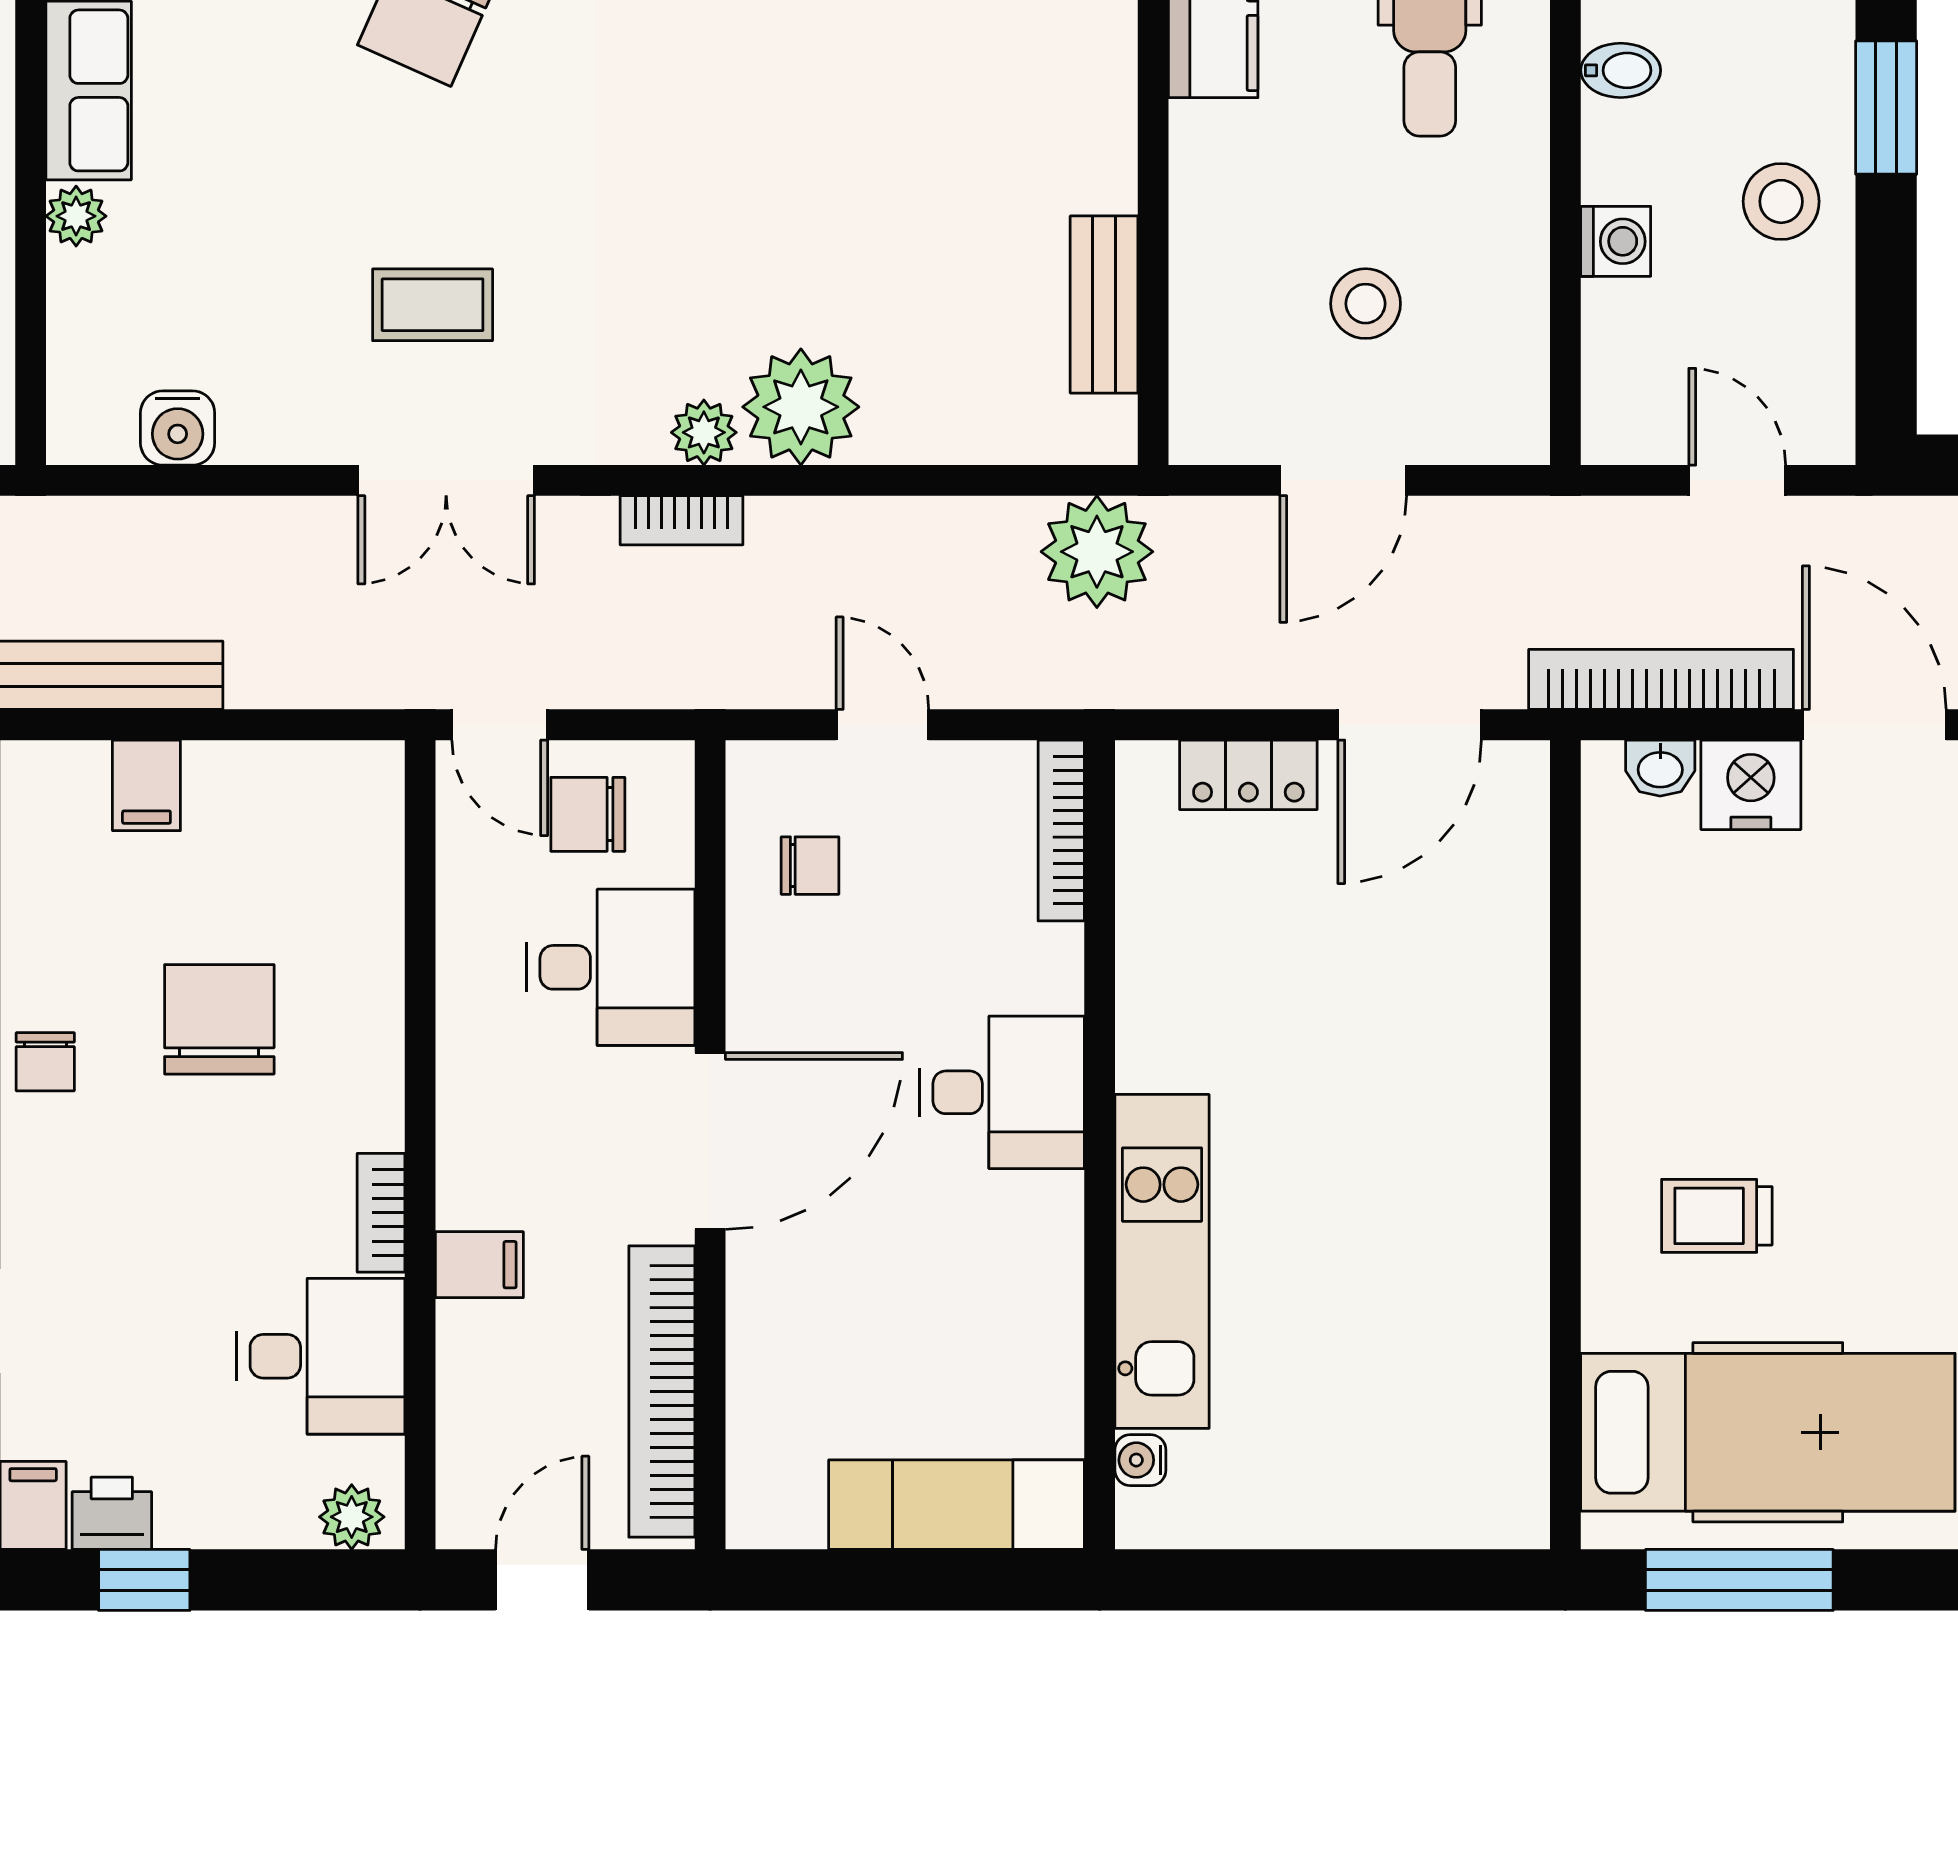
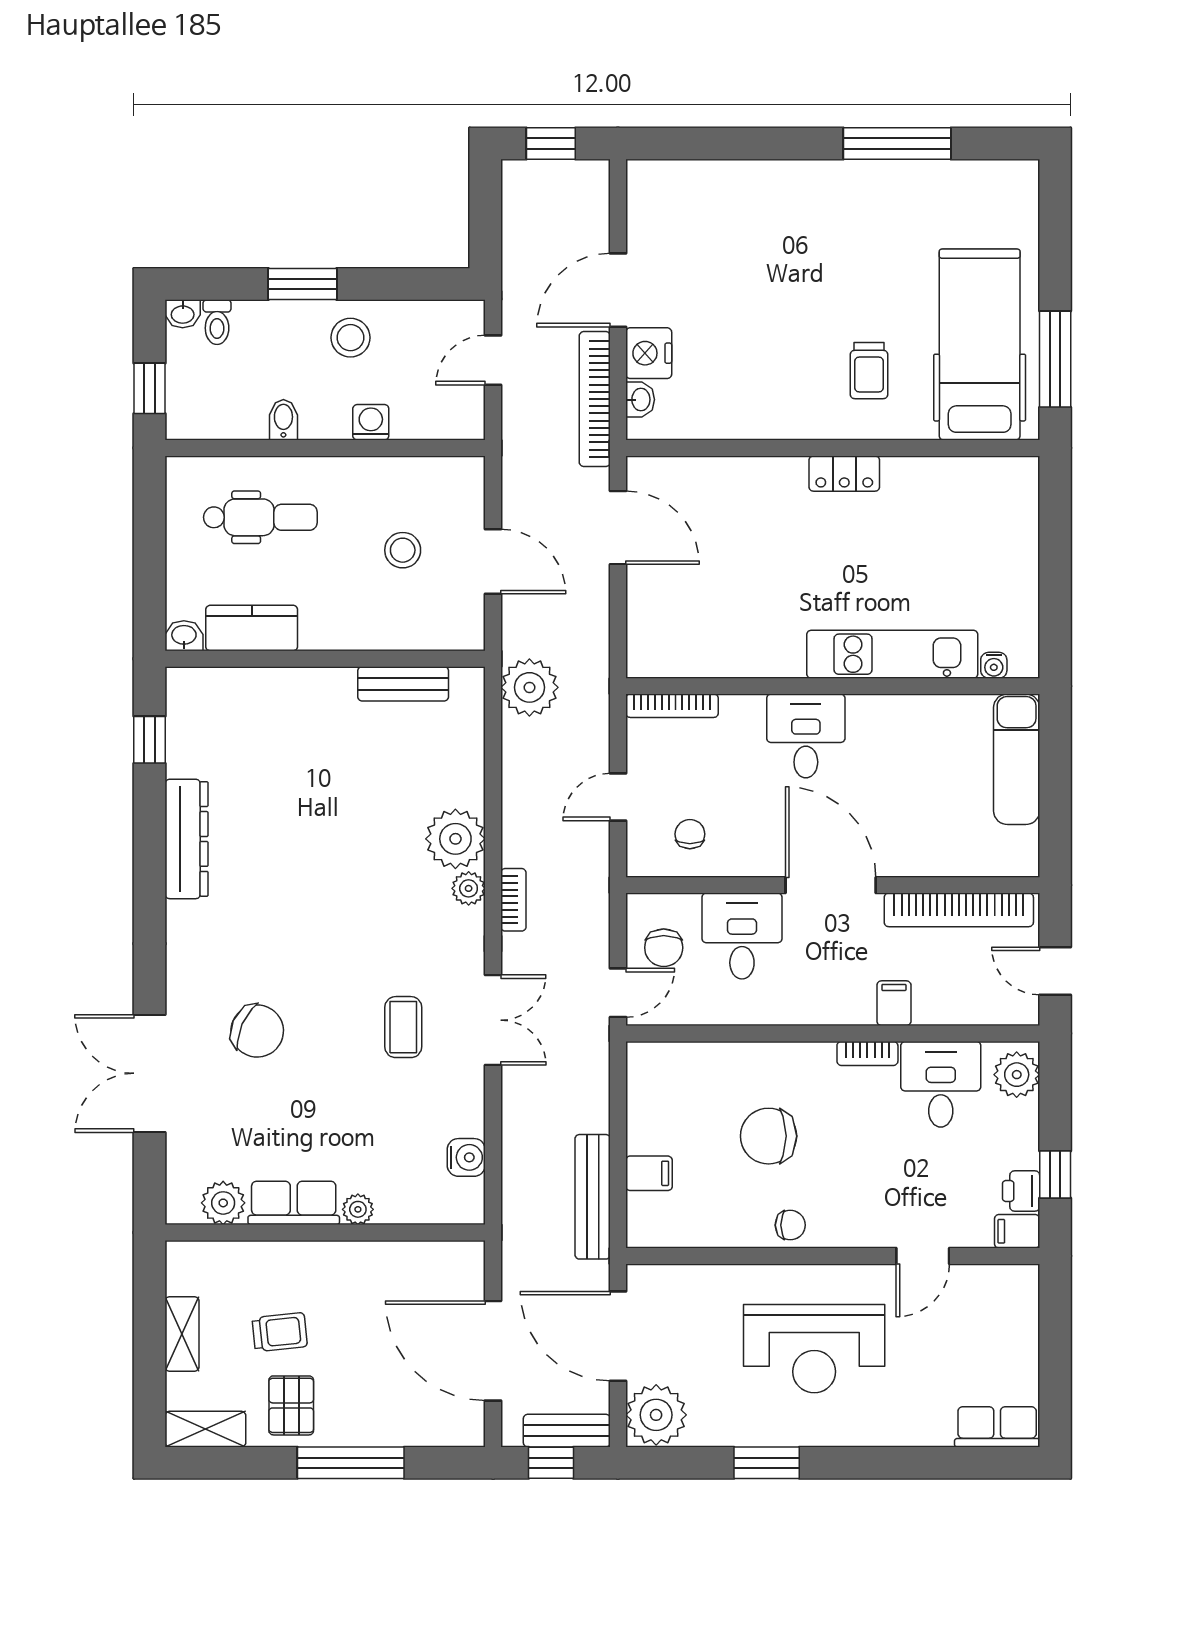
locker: (1248, 775) -> (844, 474), moved, turned 90
plant: (352, 1517) -> (1017, 1075), width x1.38, depth x1.38

